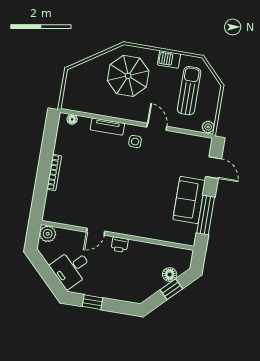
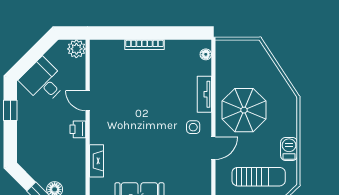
parasol: (128, 76) -> (244, 110), moved
fireplace: (151, 233) -> (97, 161), added

